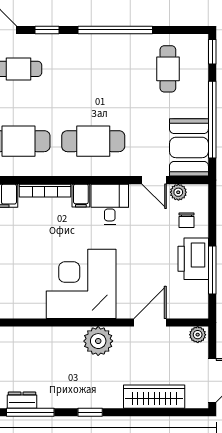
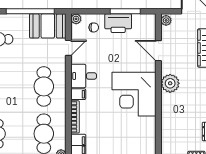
plant: (178, 192) -> (76, 19), moved

